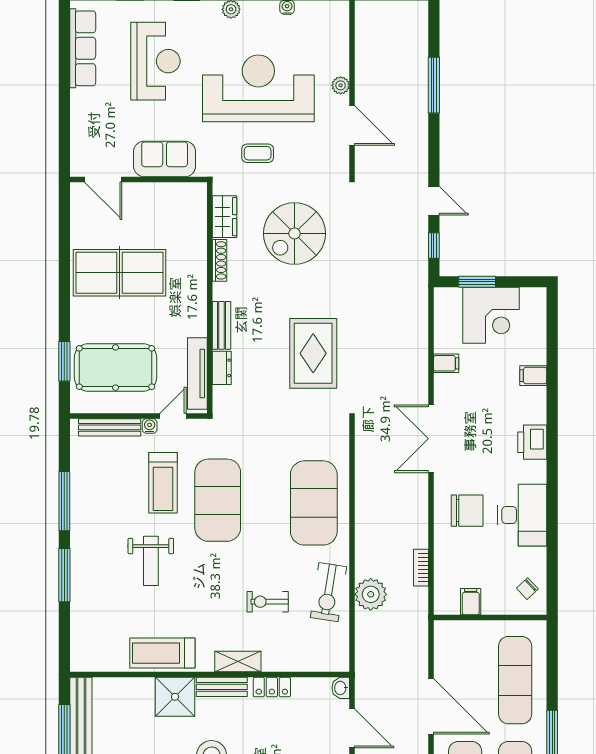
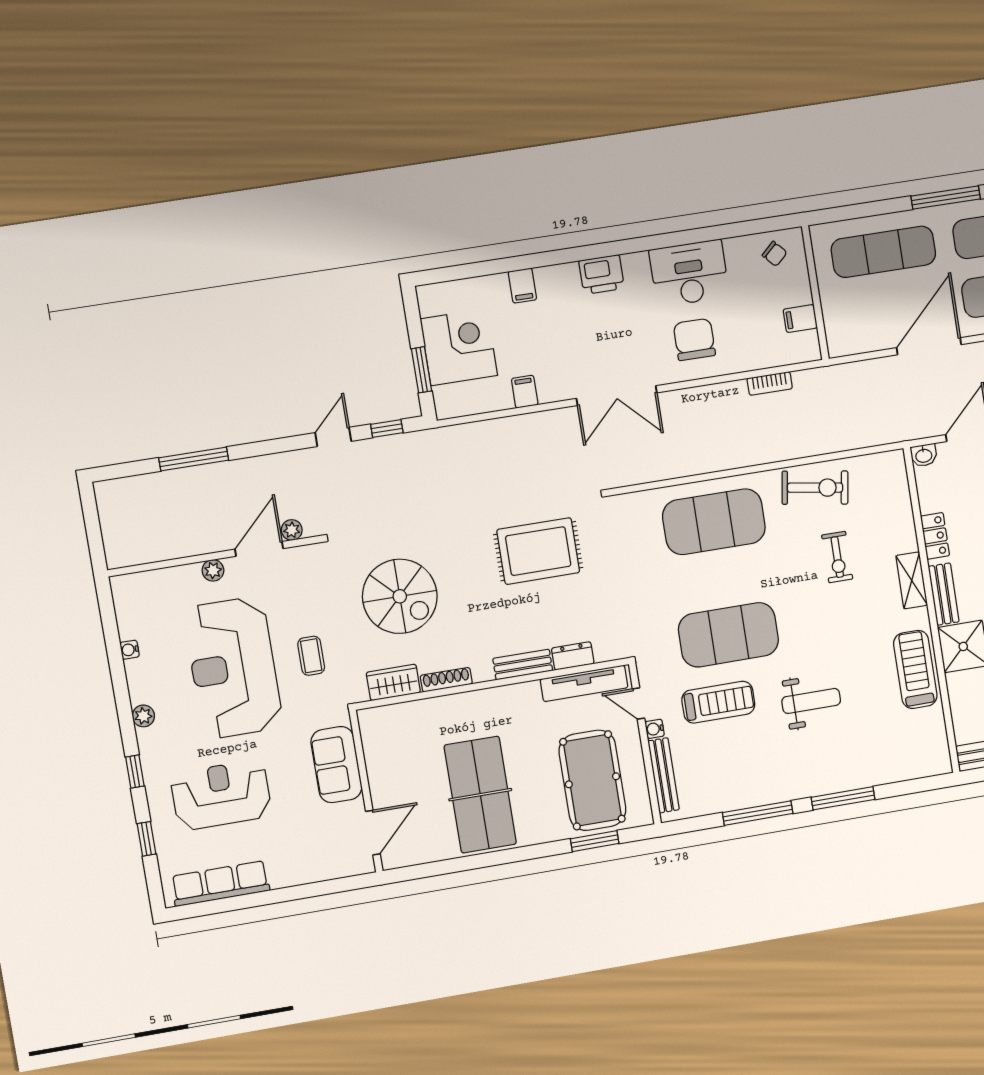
plant: (371, 594) -> (292, 530), moved, width x0.53, depth x0.53
treadmill: (162, 653) -> (915, 669), turned 180

